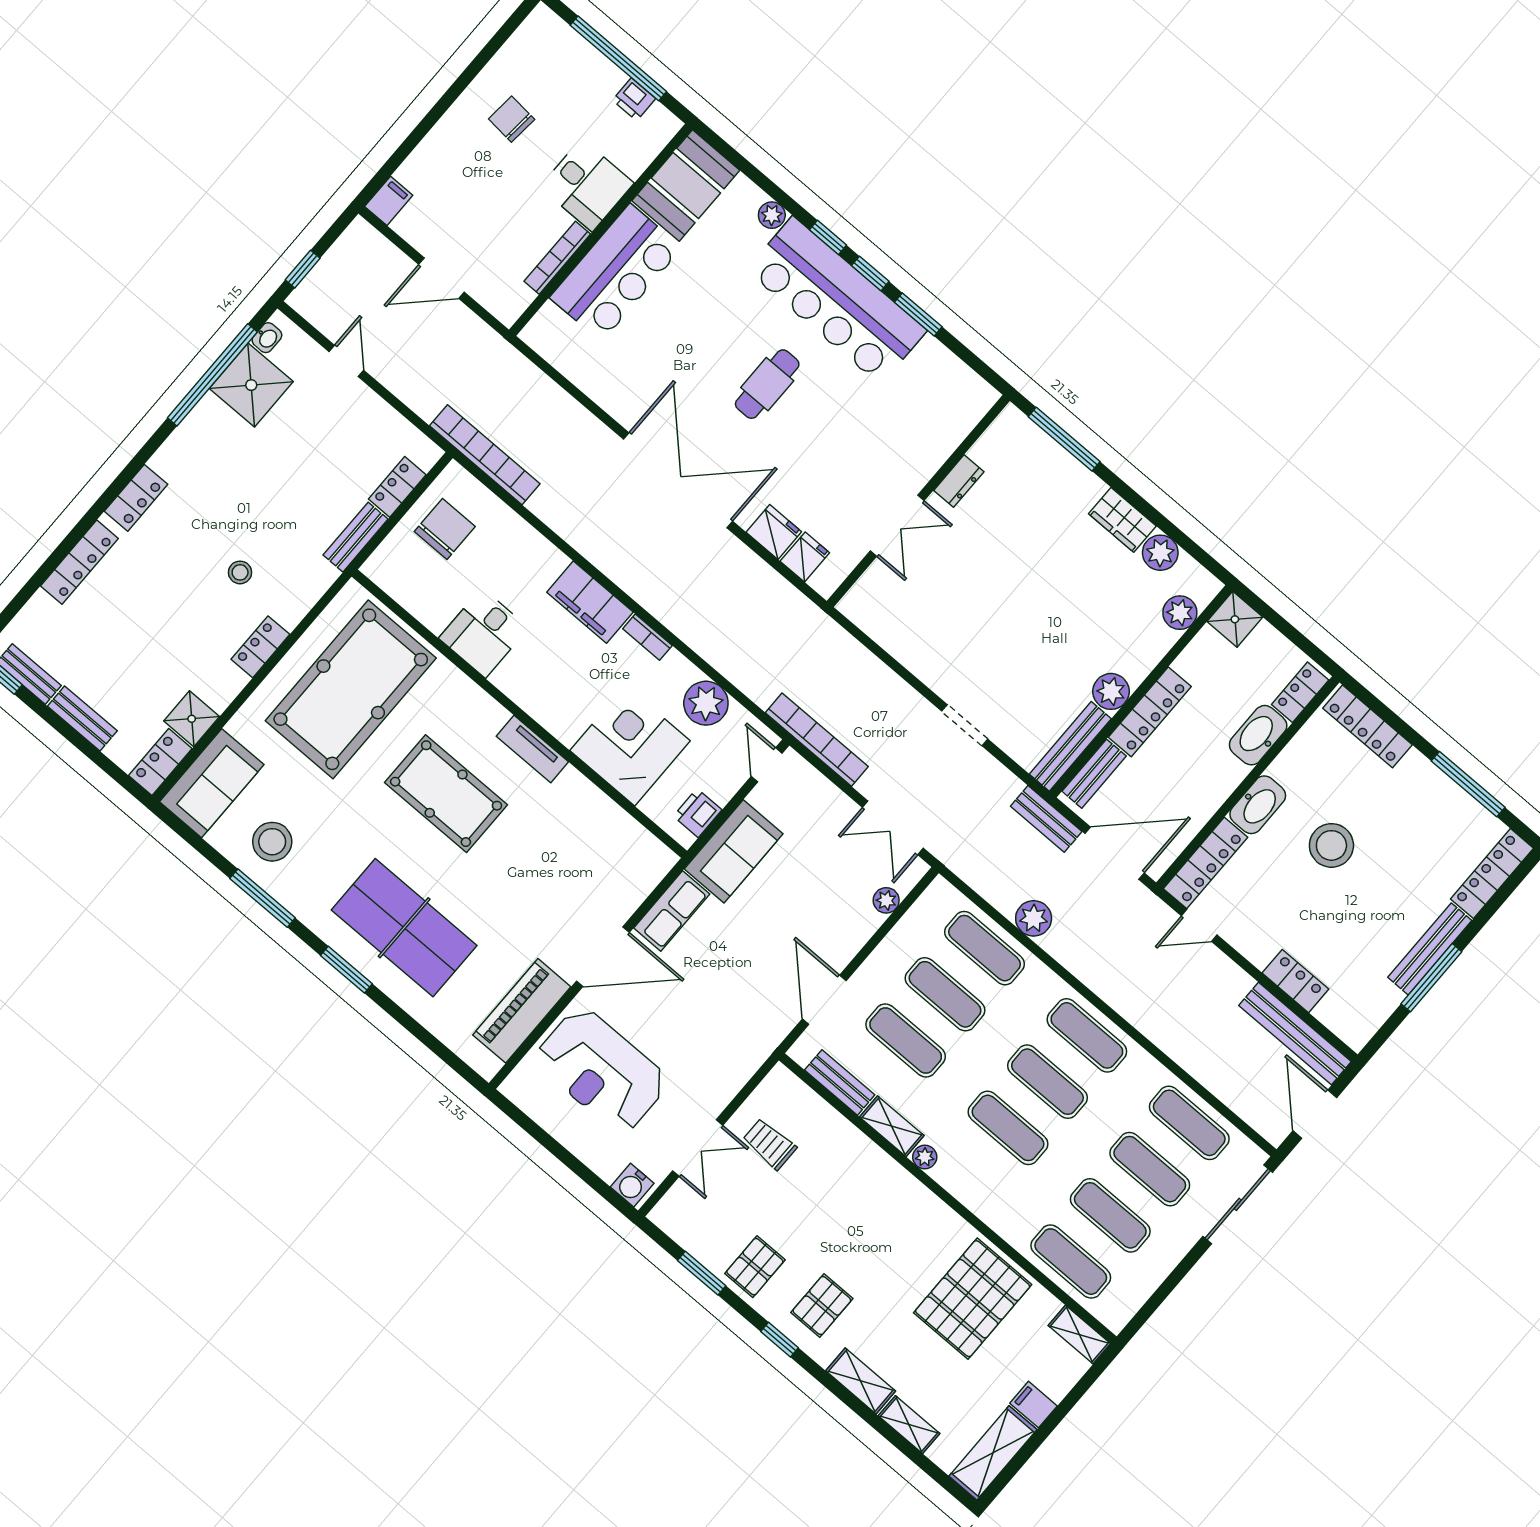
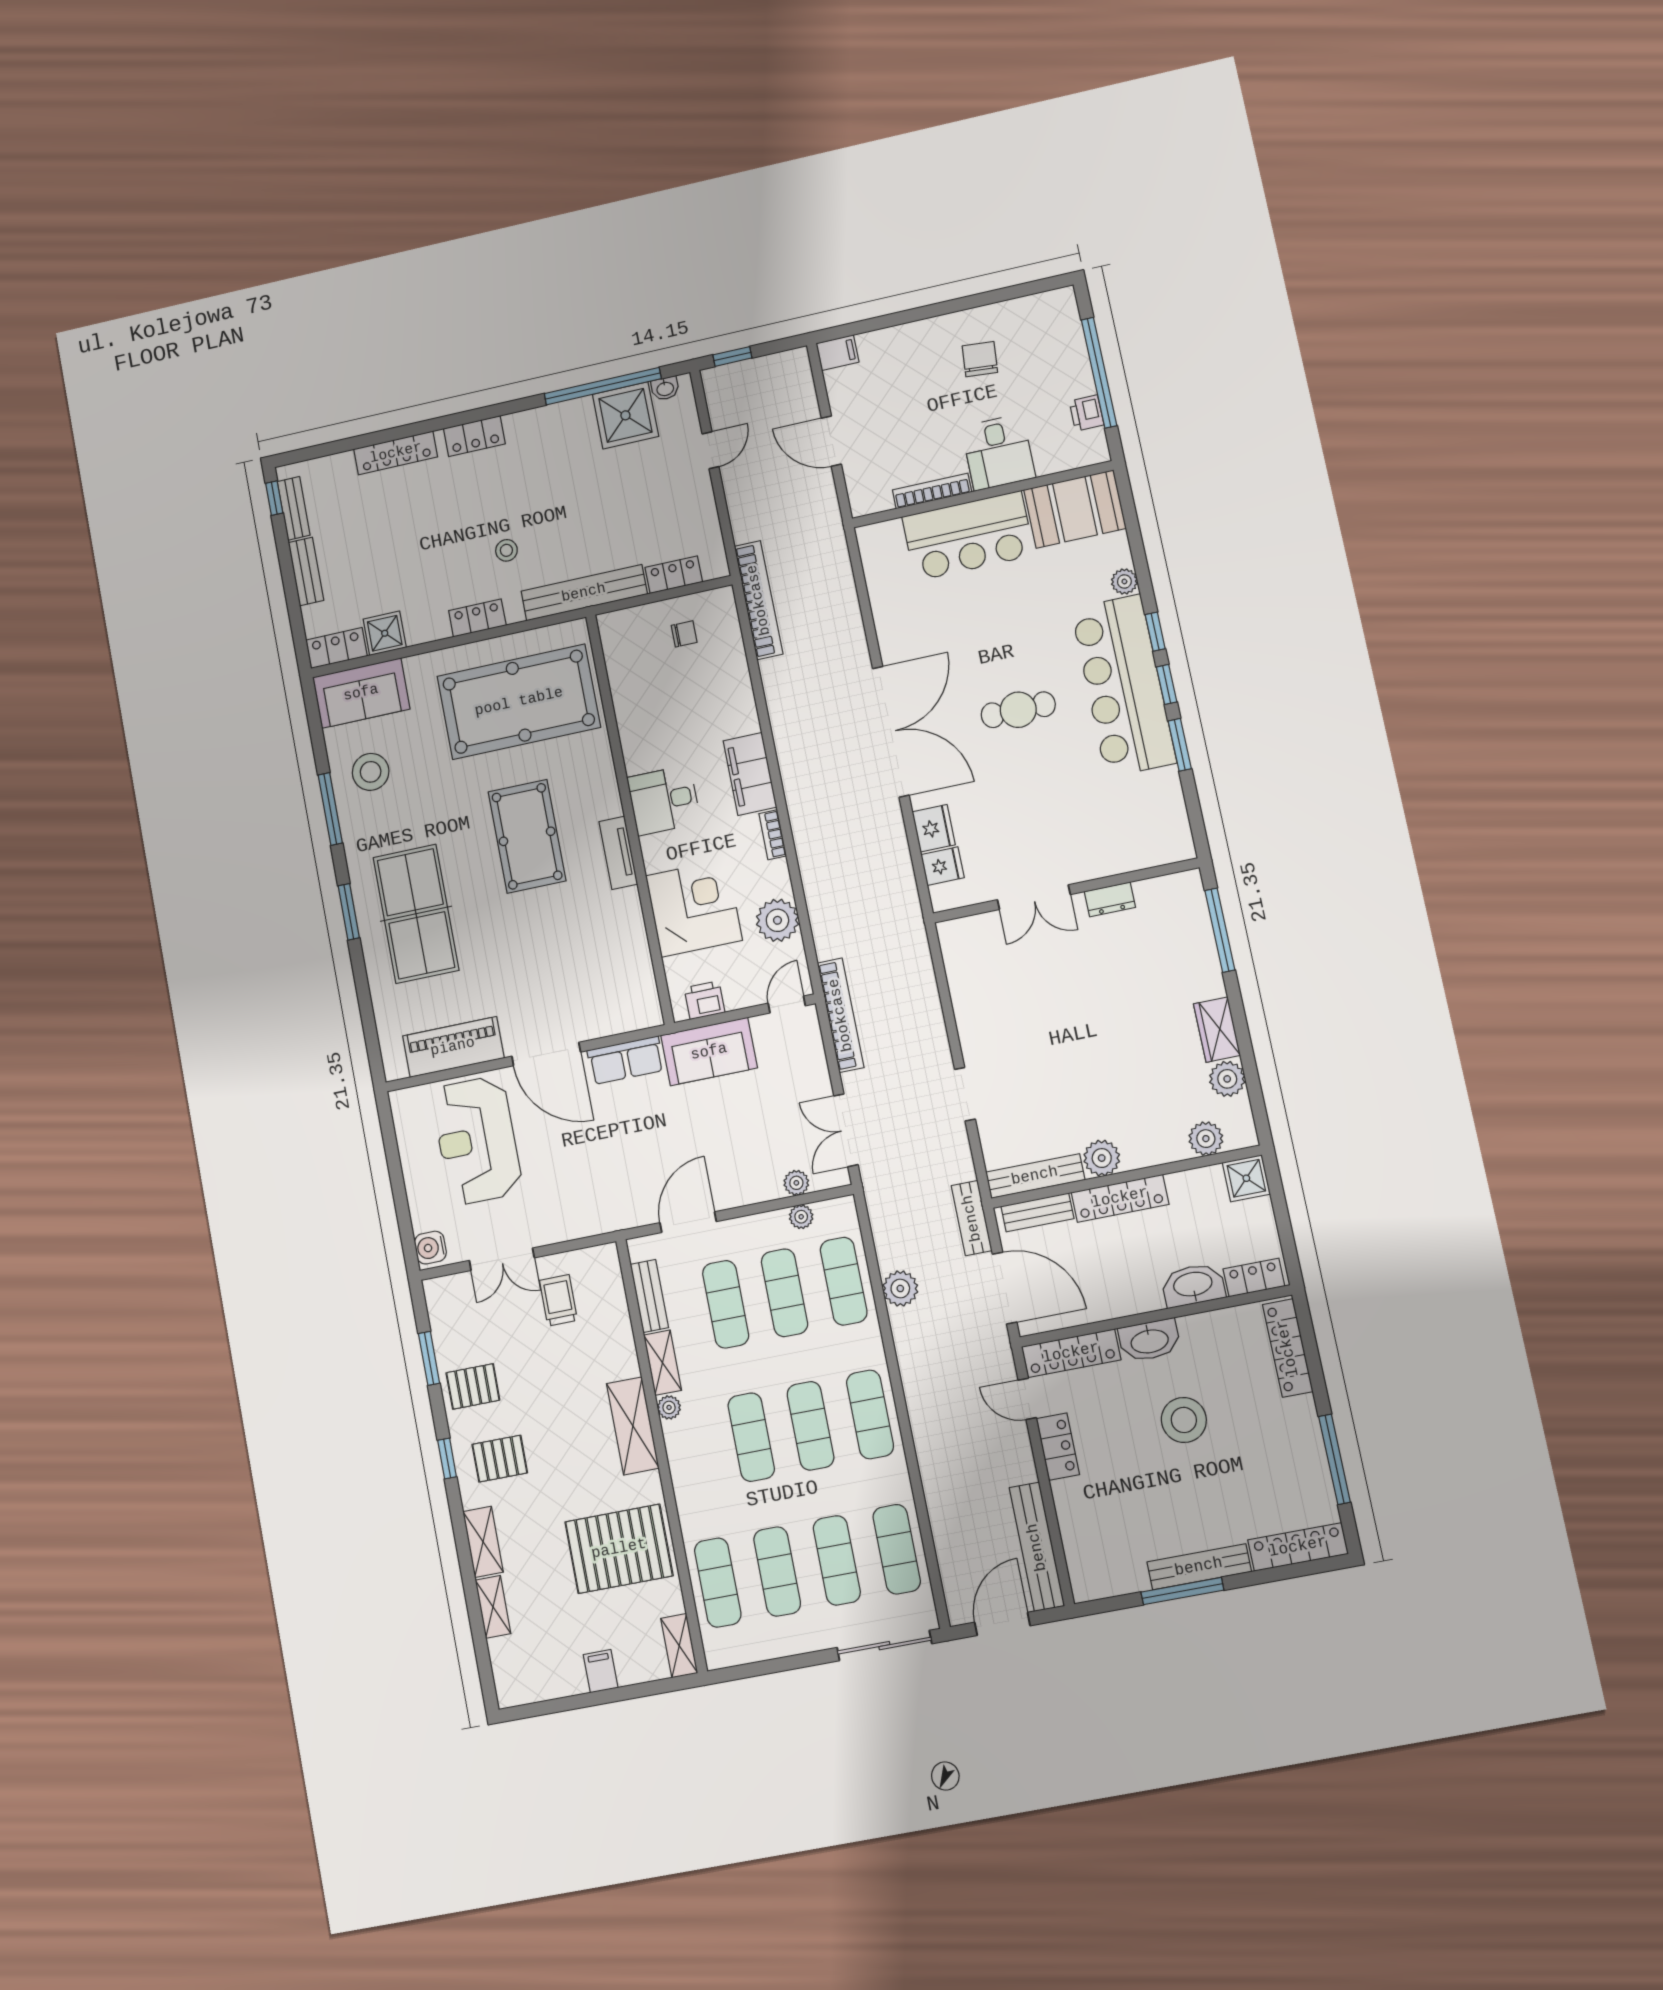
chair: (445, 529) -> (684, 634), width x0.54, depth x0.54
bench: (356, 537) -> (584, 593), width x1.86, depth x1.21
desk: (484, 633) -> (664, 800), moved
plant: (911, 924) -> (801, 1217), added
locker: (1295, 981) -> (1058, 1447), moved
shelving: (993, 1453) -> (633, 1426), moved, turned 90

